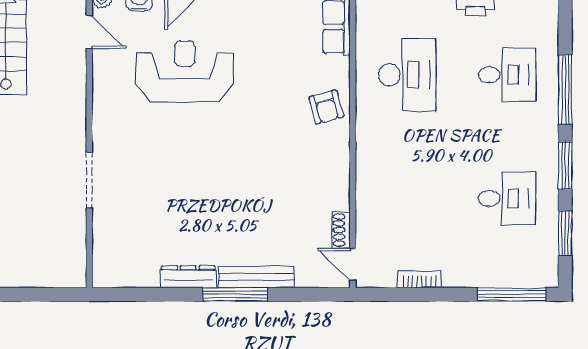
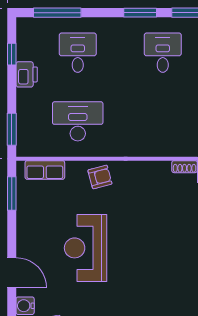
reception desk: (185, 71) -> (86, 248), moved
window: (565, 90) -> (57, 13), moved

